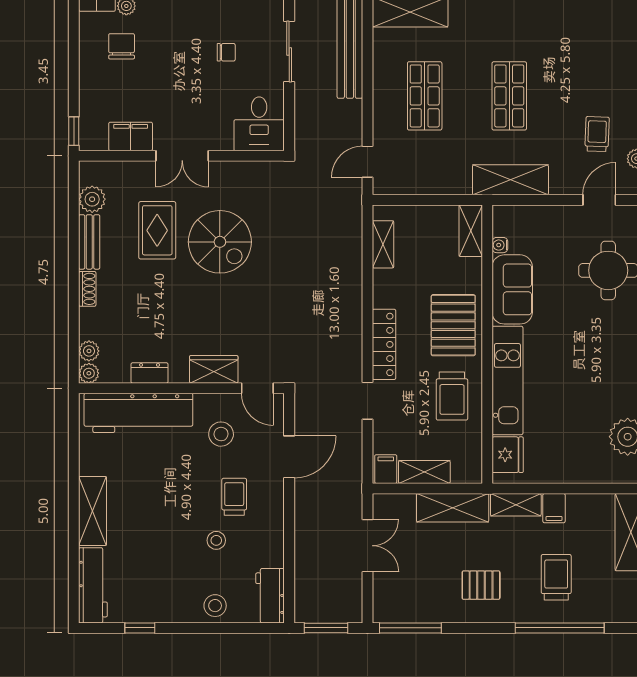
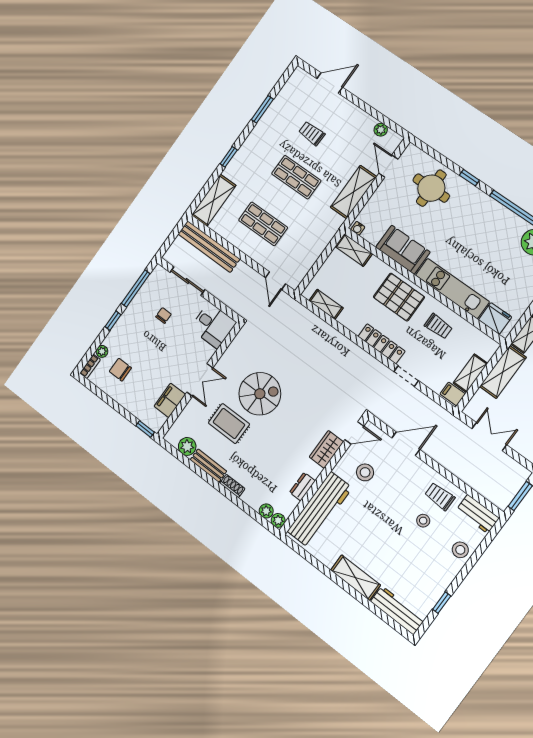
trolley: (597, 134) -> (312, 133), moved
shelving: (510, 180) -> (354, 192), moved
water cooler: (500, 245) -> (358, 228), moved
trolley: (452, 396) -> (438, 326), width x0.73, depth x0.72
door: (289, 457) -> (406, 444), hinge flipped
trolley: (234, 497) -> (440, 496), moved

